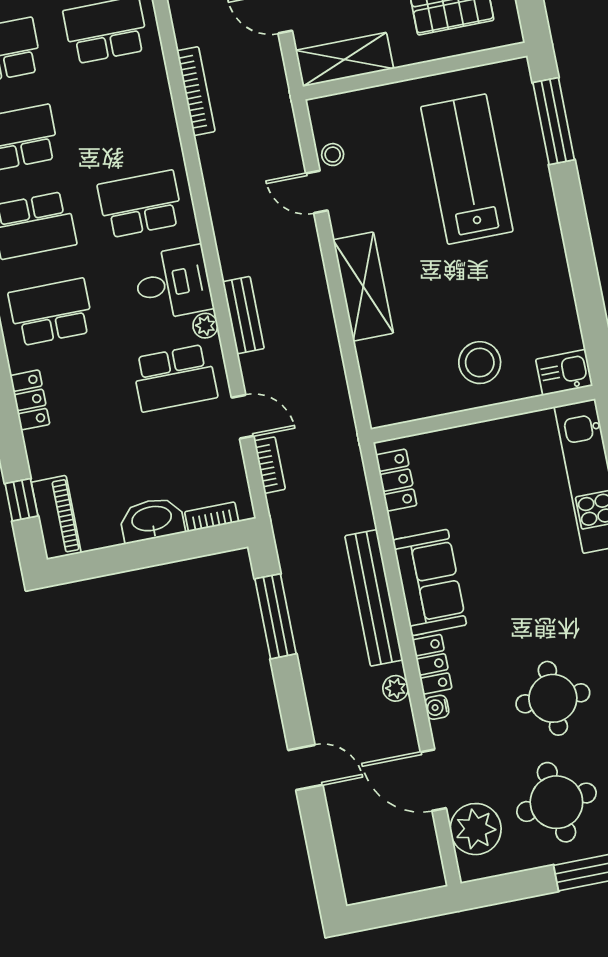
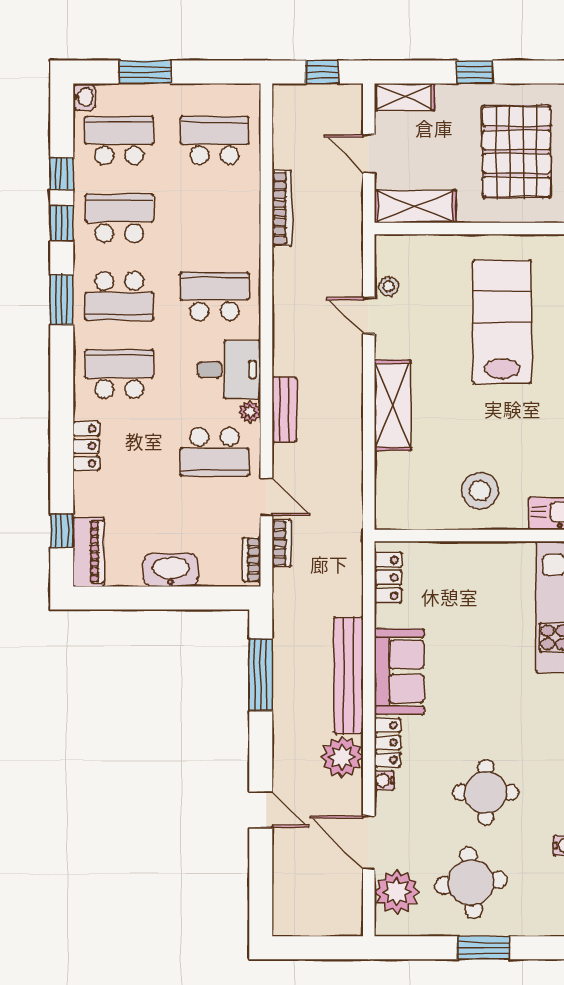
bookcase: (212, 517) -> (252, 560), moved, turned -90
plant: (396, 688) -> (342, 757), width x1.87, depth x1.87

